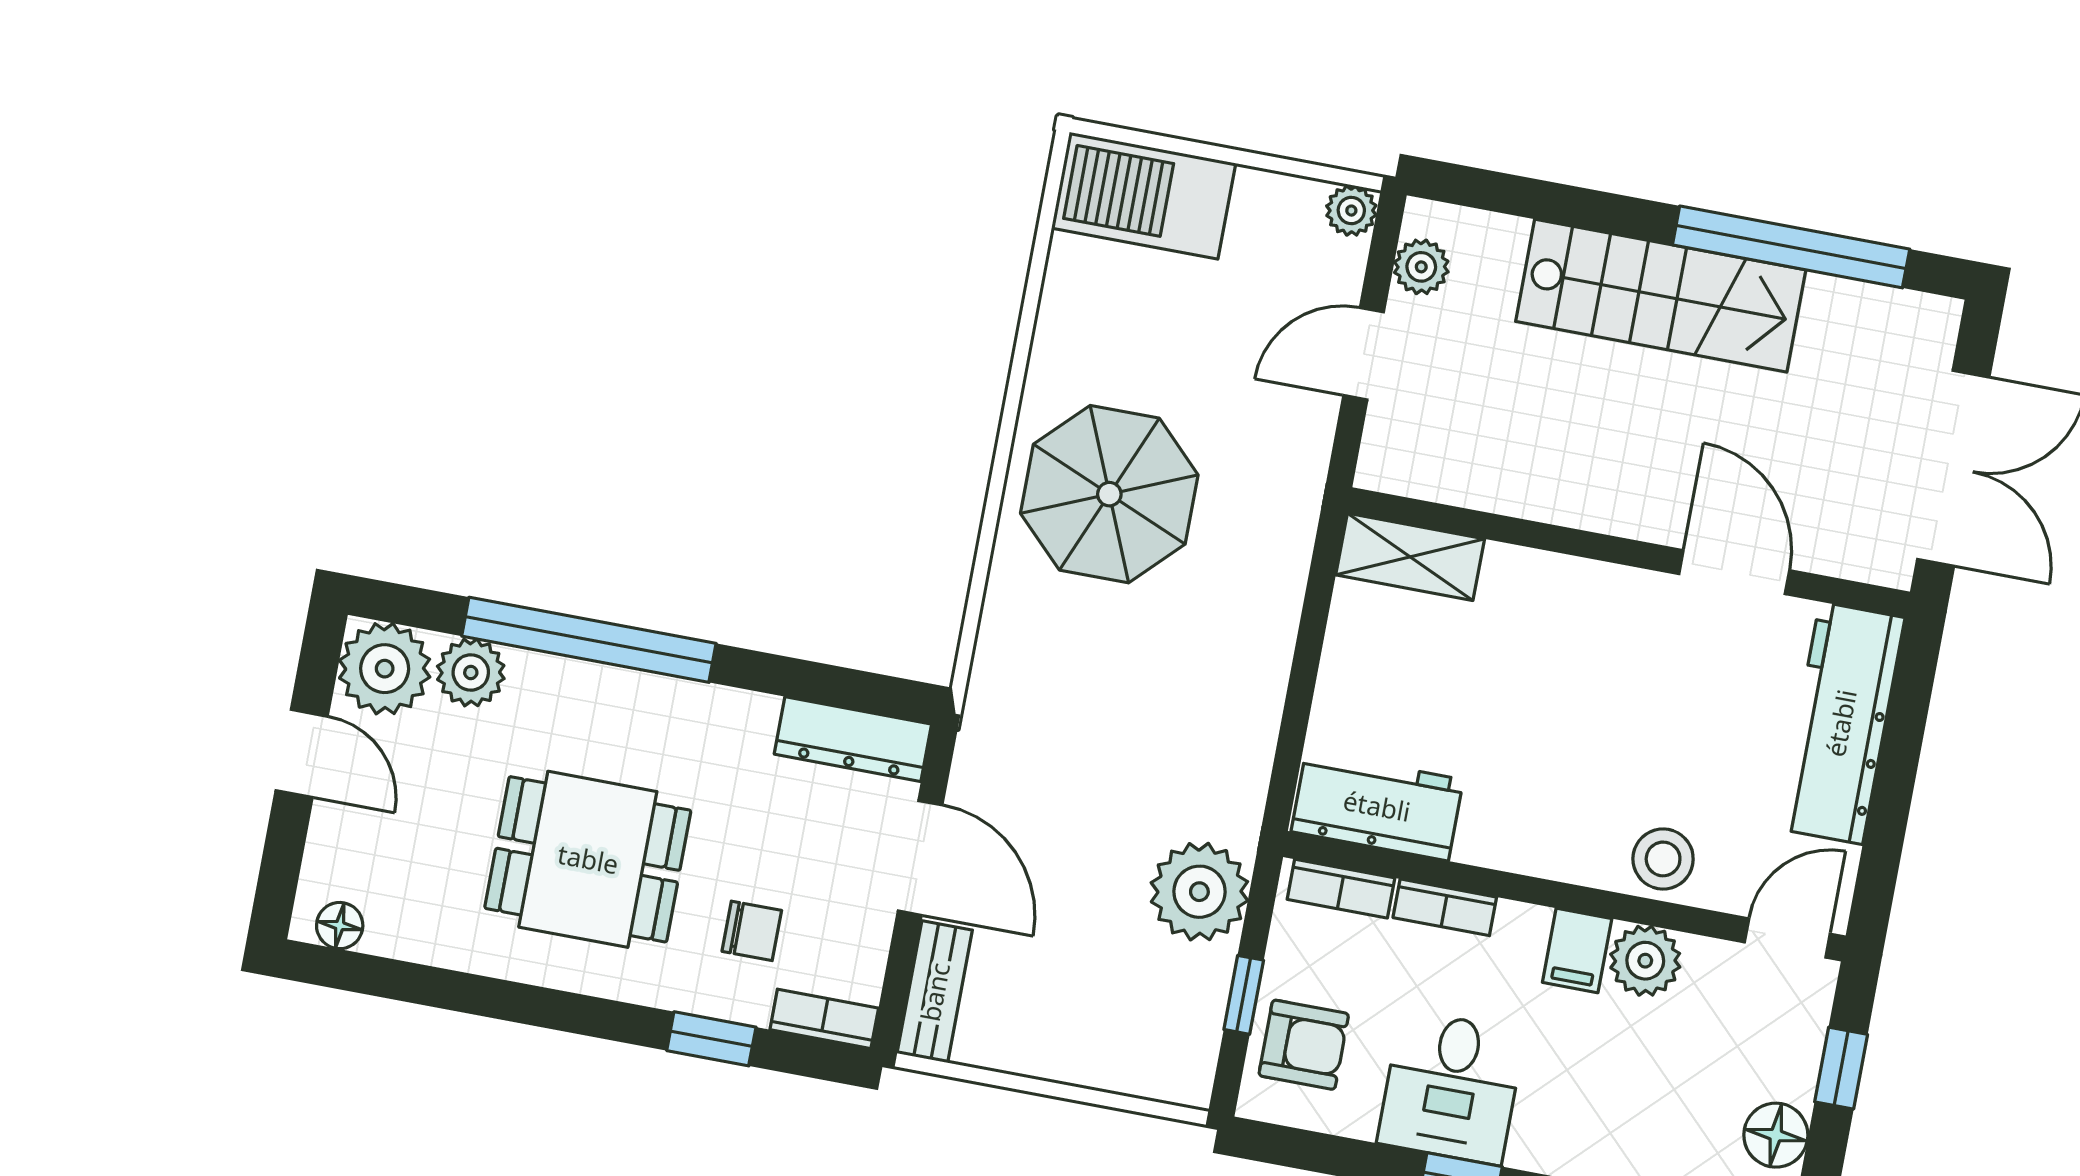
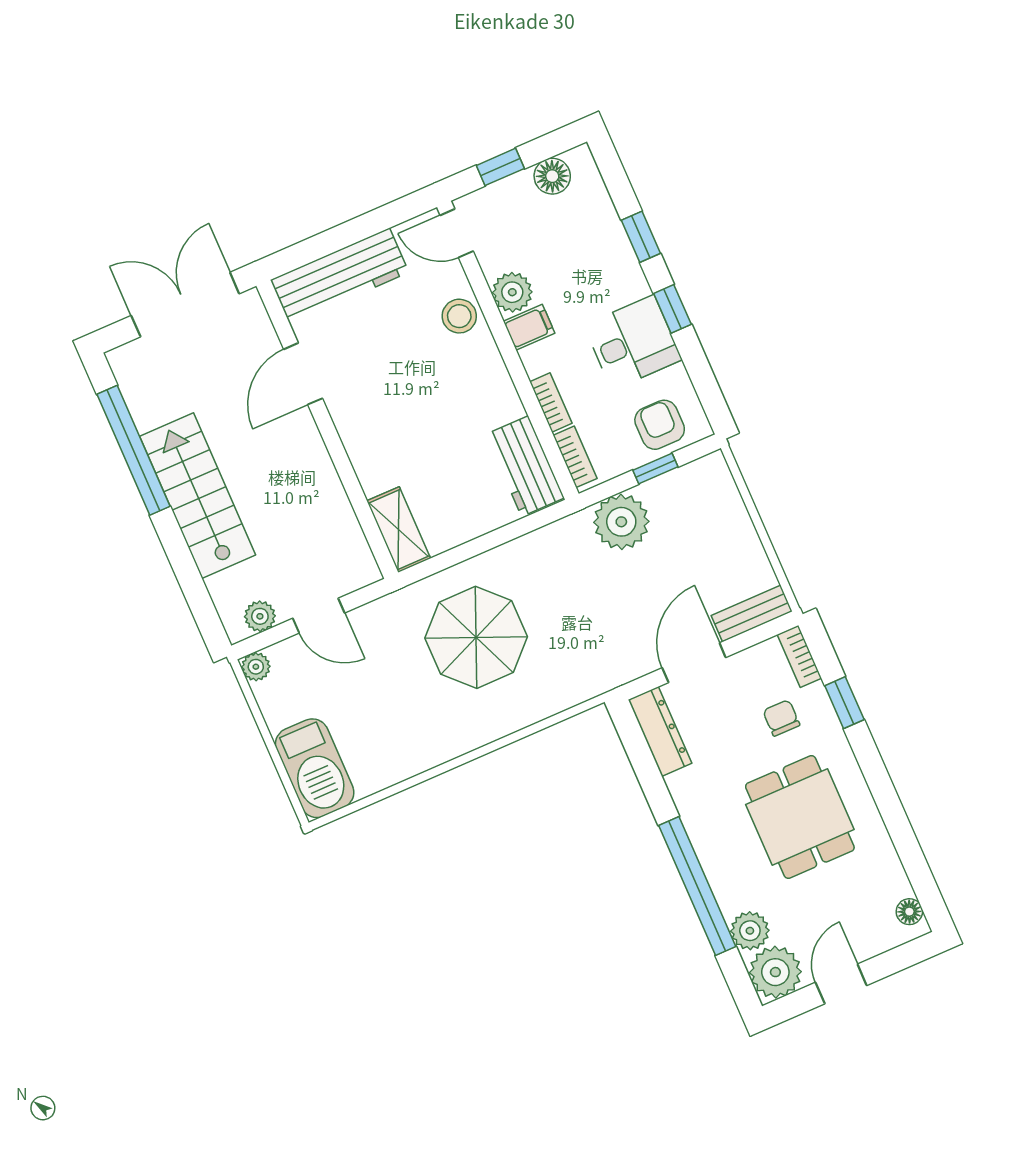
parasol: (1109, 494) -> (476, 637), moved

